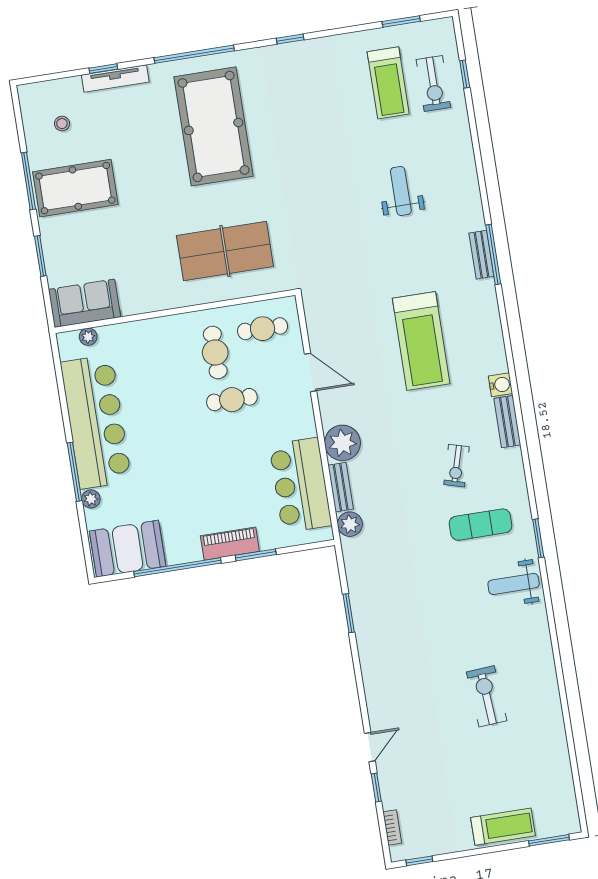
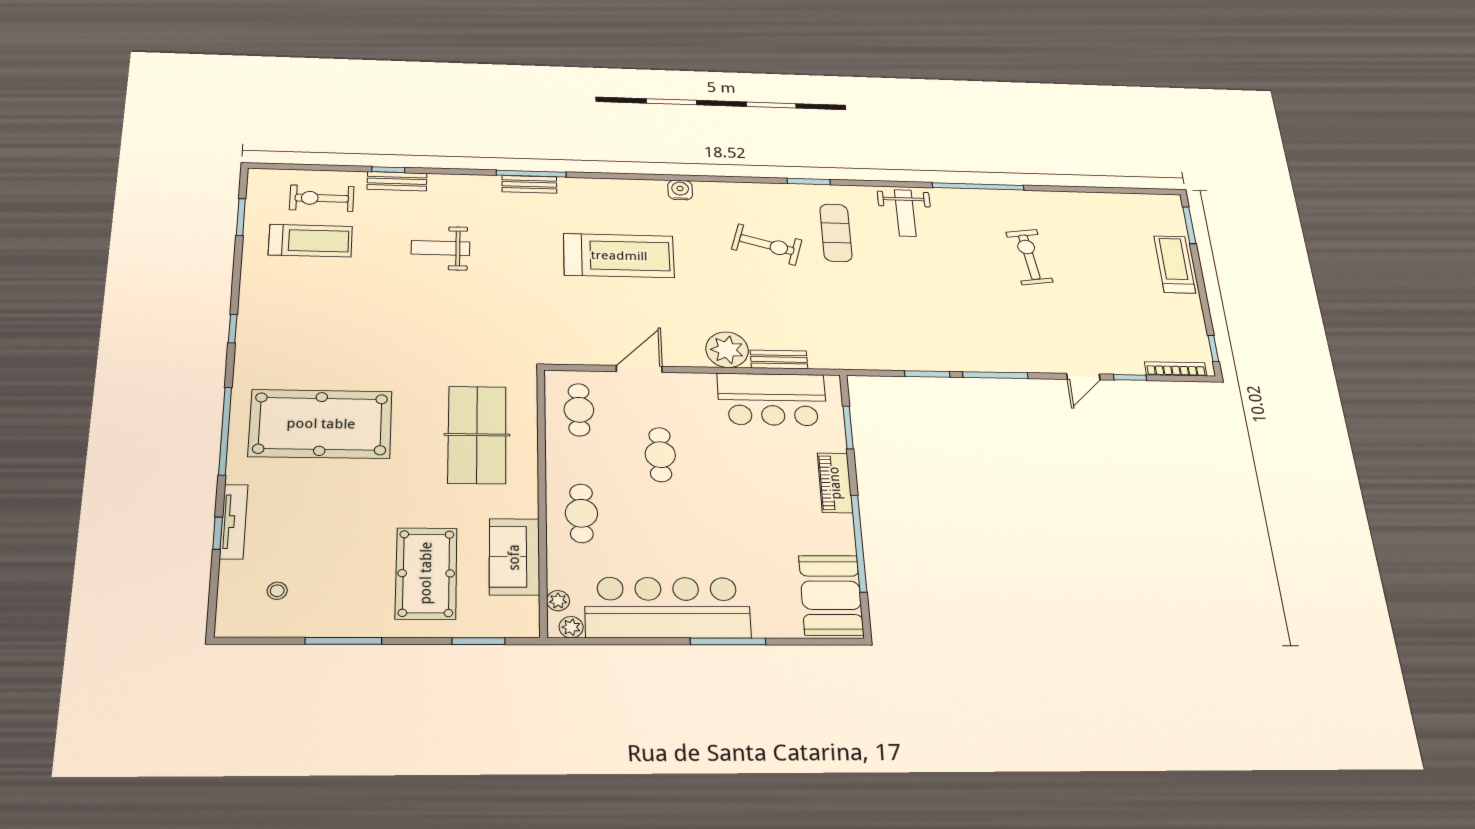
window: (465, 74) -> (388, 170), moved
exercise bike: (433, 84) -> (322, 198), turned 180
pool table: (75, 188) -> (426, 573), moved
window: (40, 256) -> (478, 641), moved
sofa: (85, 303) -> (514, 557), moved
cafe table: (215, 352) -> (581, 513), moved, turned 90
bench: (507, 422) -> (397, 181), moved
exercise bike: (456, 466) -> (767, 245), width x1.38, depth x1.39
plant: (91, 499) -> (571, 627), moved
plant: (350, 524) -> (823, 357), removed
window: (538, 538) -> (809, 182), moved
window: (256, 555) -> (848, 427), moved
window: (556, 647) -> (978, 186), added
window: (358, 671) -> (995, 375), added
exercise bike: (487, 696) -> (1029, 257), turned 86
door: (370, 747) -> (1083, 377), swing flipped
bookcase: (392, 827) -> (1176, 369), width x1.56

